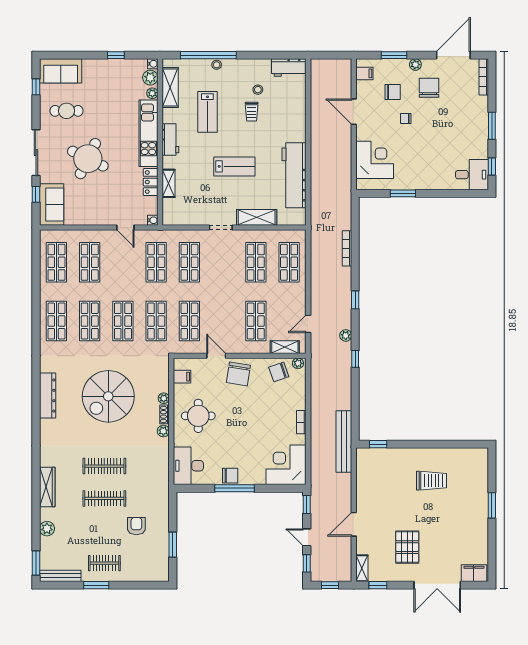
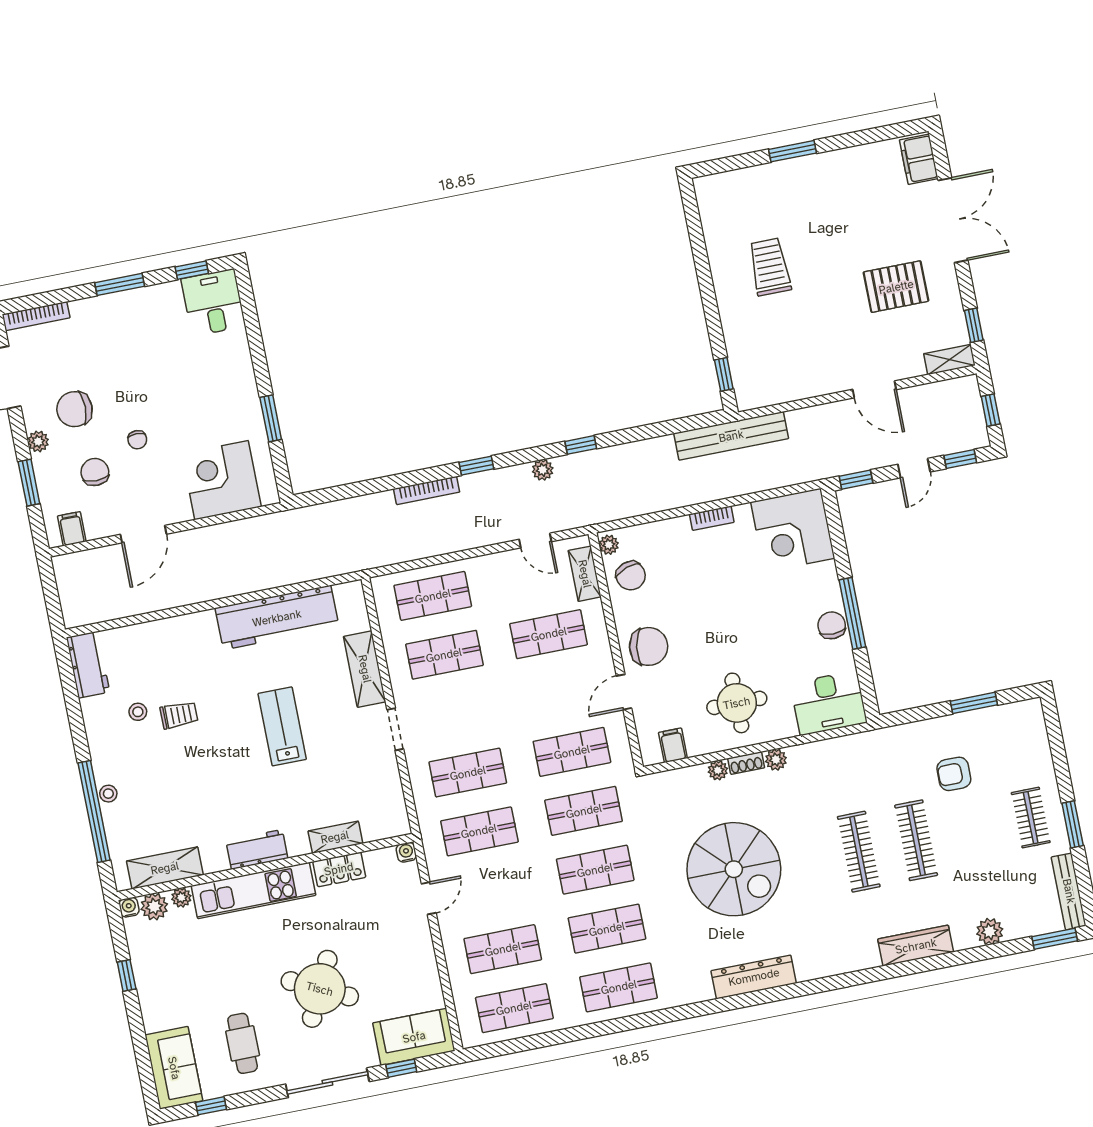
lab bench: (207, 112) -> (195, 793), removed
bookcase: (347, 248) -> (427, 490), moved

